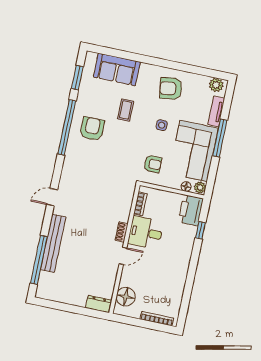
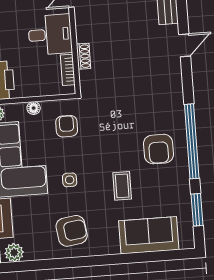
armchair: (153, 164) -> (67, 126), turned 90
floor lamp: (186, 187) -> (34, 108), moved
shoe rack: (122, 232) -> (84, 56), moved

